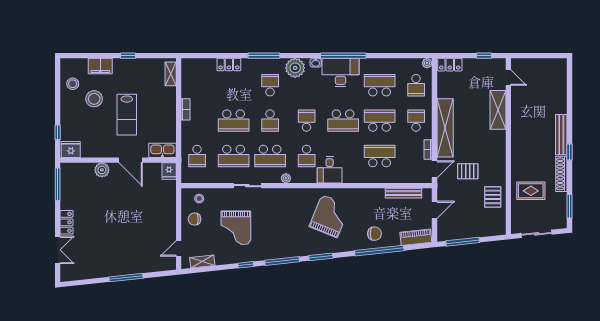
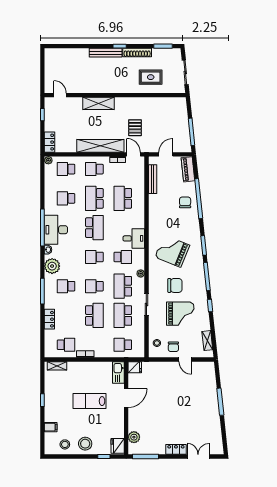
filing cabinet: (100, 66) -> (51, 427), width x0.50
door: (508, 78) -> (60, 95), hinge flipped
school desk: (197, 85) -> (66, 345), added
school desk: (380, 85) -> (66, 198), width x0.54
school desk: (416, 85) -> (66, 169), turned 180
stool: (94, 99) -> (85, 444), moved
shelving: (498, 110) -> (98, 103), moved
lab bench: (127, 115) -> (90, 401), turned 180
school desk: (270, 121) -> (94, 286), turned 180
school desk: (197, 156) -> (123, 345), turned 180
school desk: (234, 156) -> (123, 315), turned 180
school desk: (270, 156) -> (123, 286), turned 180
plant: (102, 170) -> (134, 437), moved
rug: (531, 191) -> (151, 77), turned 90
pallet: (493, 197) -> (156, 108), removed
door: (435, 210) -> (166, 154), hinge flipped
grand piano: (330, 216) -> (172, 251), moved
chair: (271, 221) -> (175, 285), added
door: (179, 248) -> (185, 360), moved

